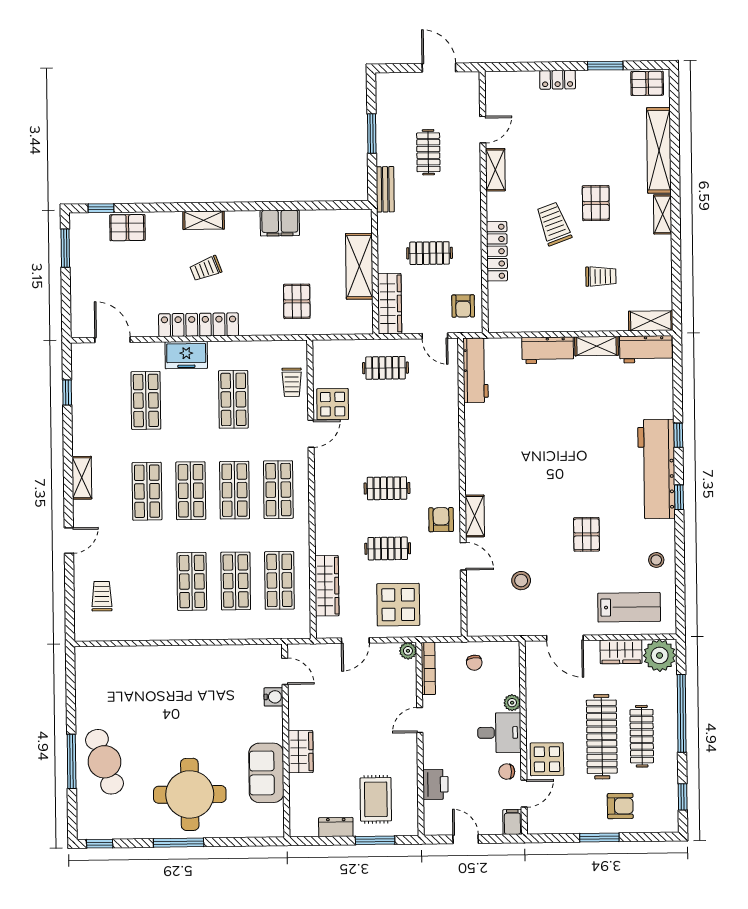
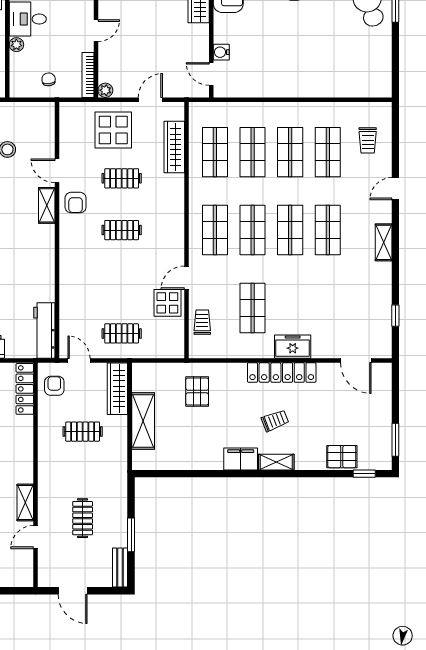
bench: (385, 189) -> (120, 568), moved
filing cabinet: (280, 223) -> (241, 459), moved
locker: (497, 251) -> (25, 389), moved
shop shelf: (146, 400) -> (328, 152), moved

